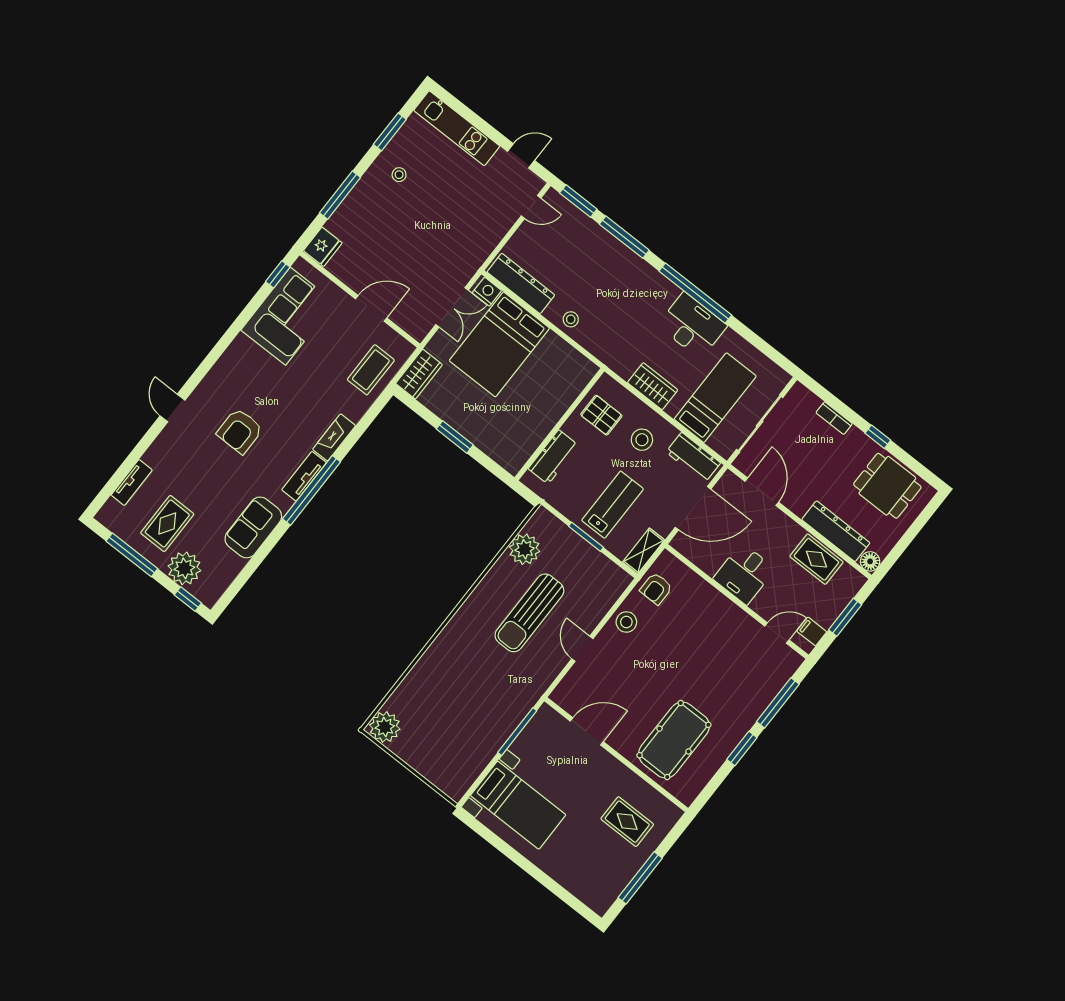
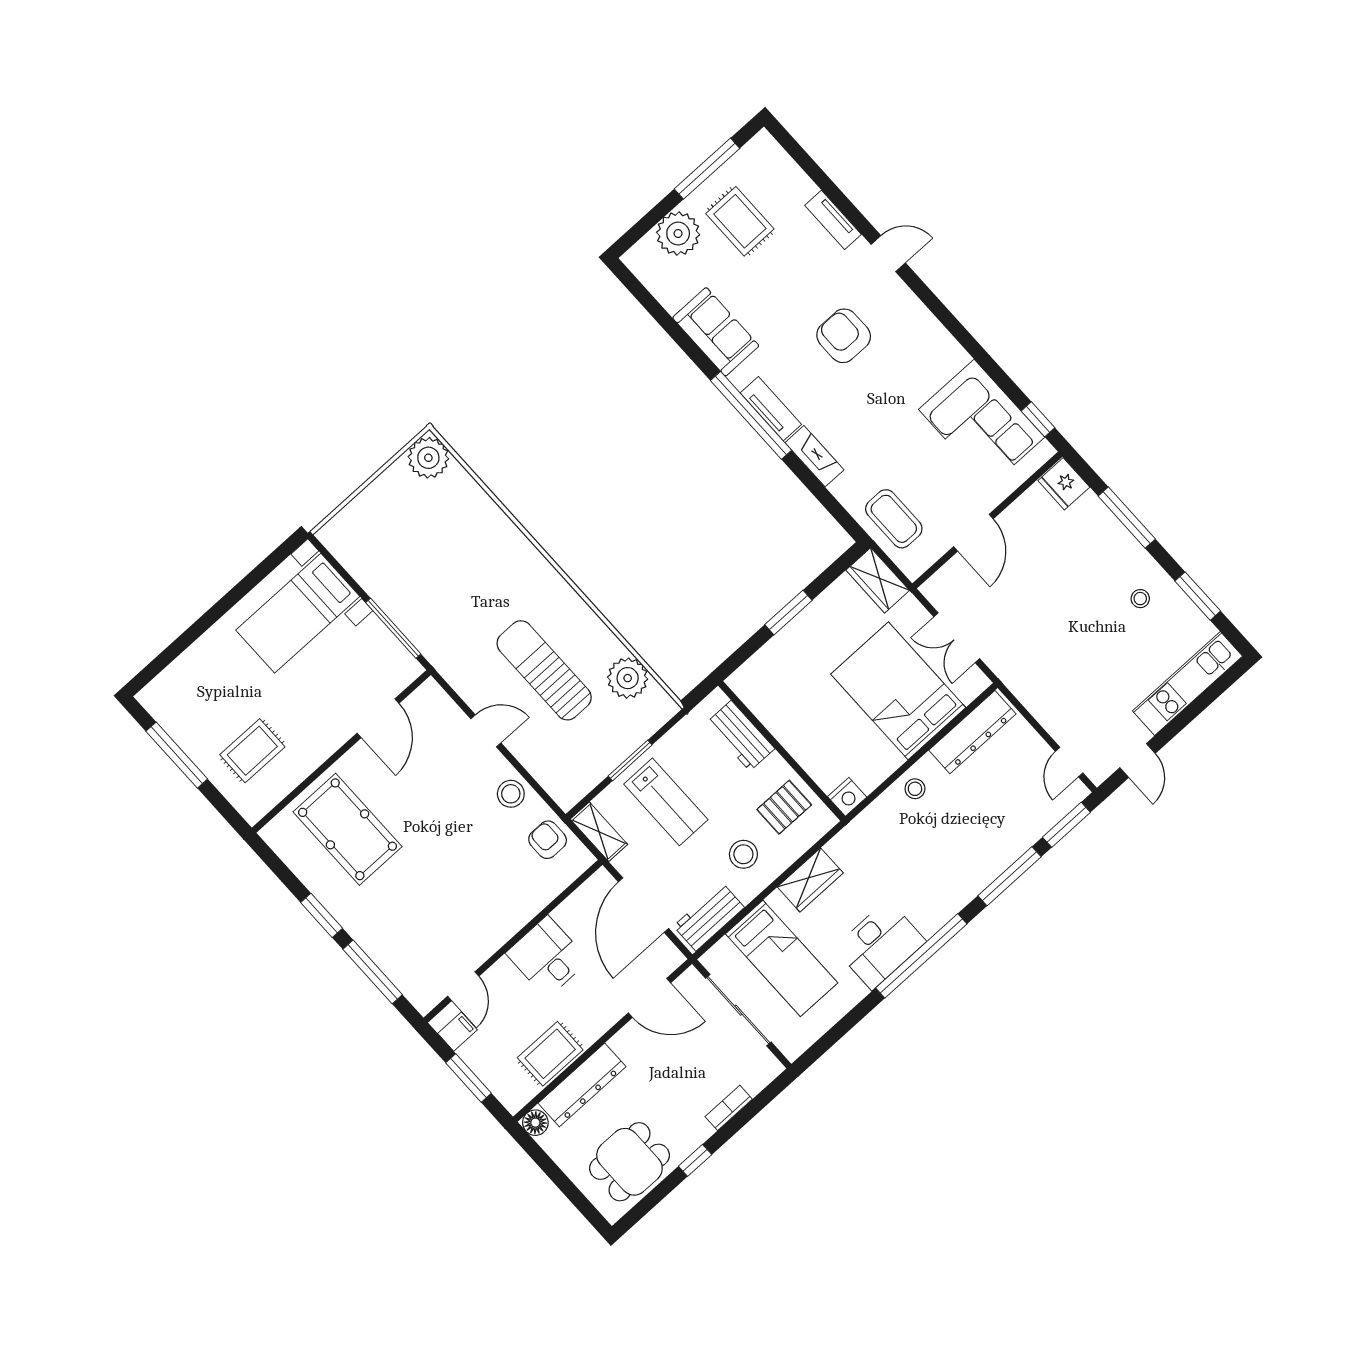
nightstand: (487, 292) -> (847, 797), moved
tv unit: (132, 482) -> (833, 220), moved
window: (188, 599) -> (638, 231), removed

